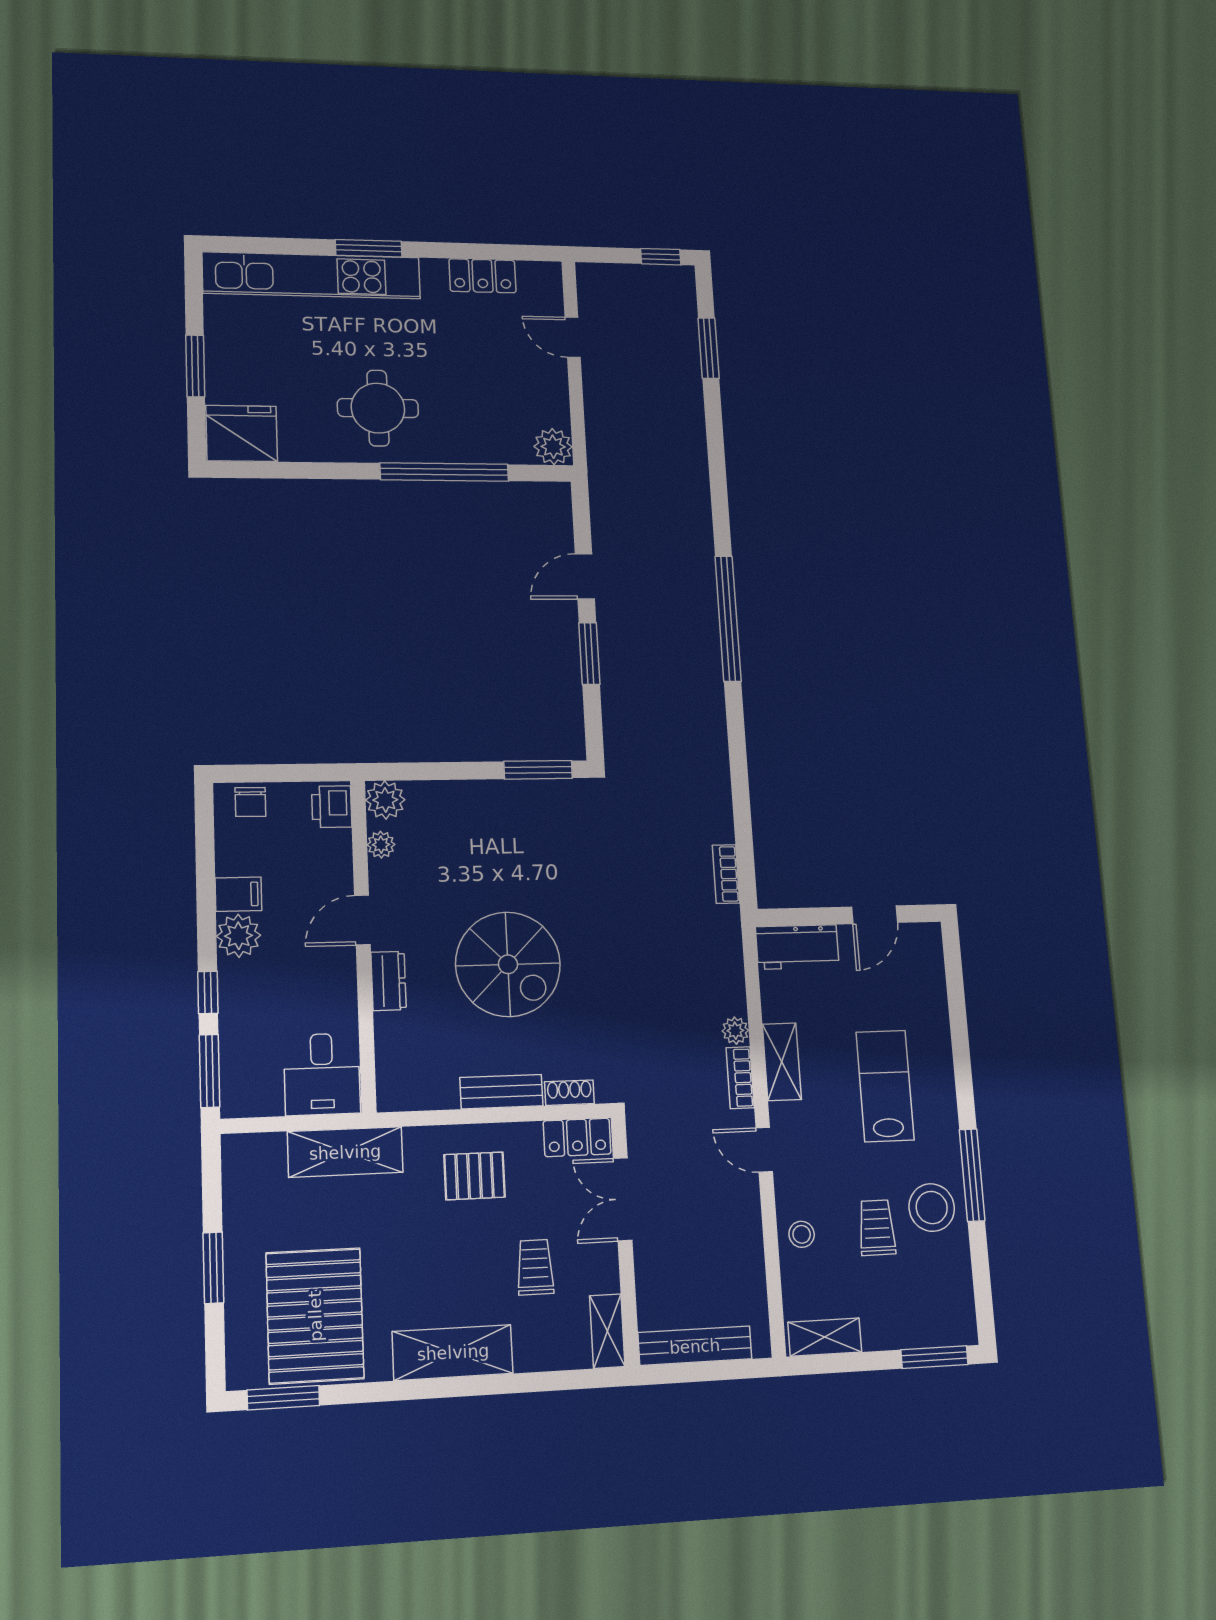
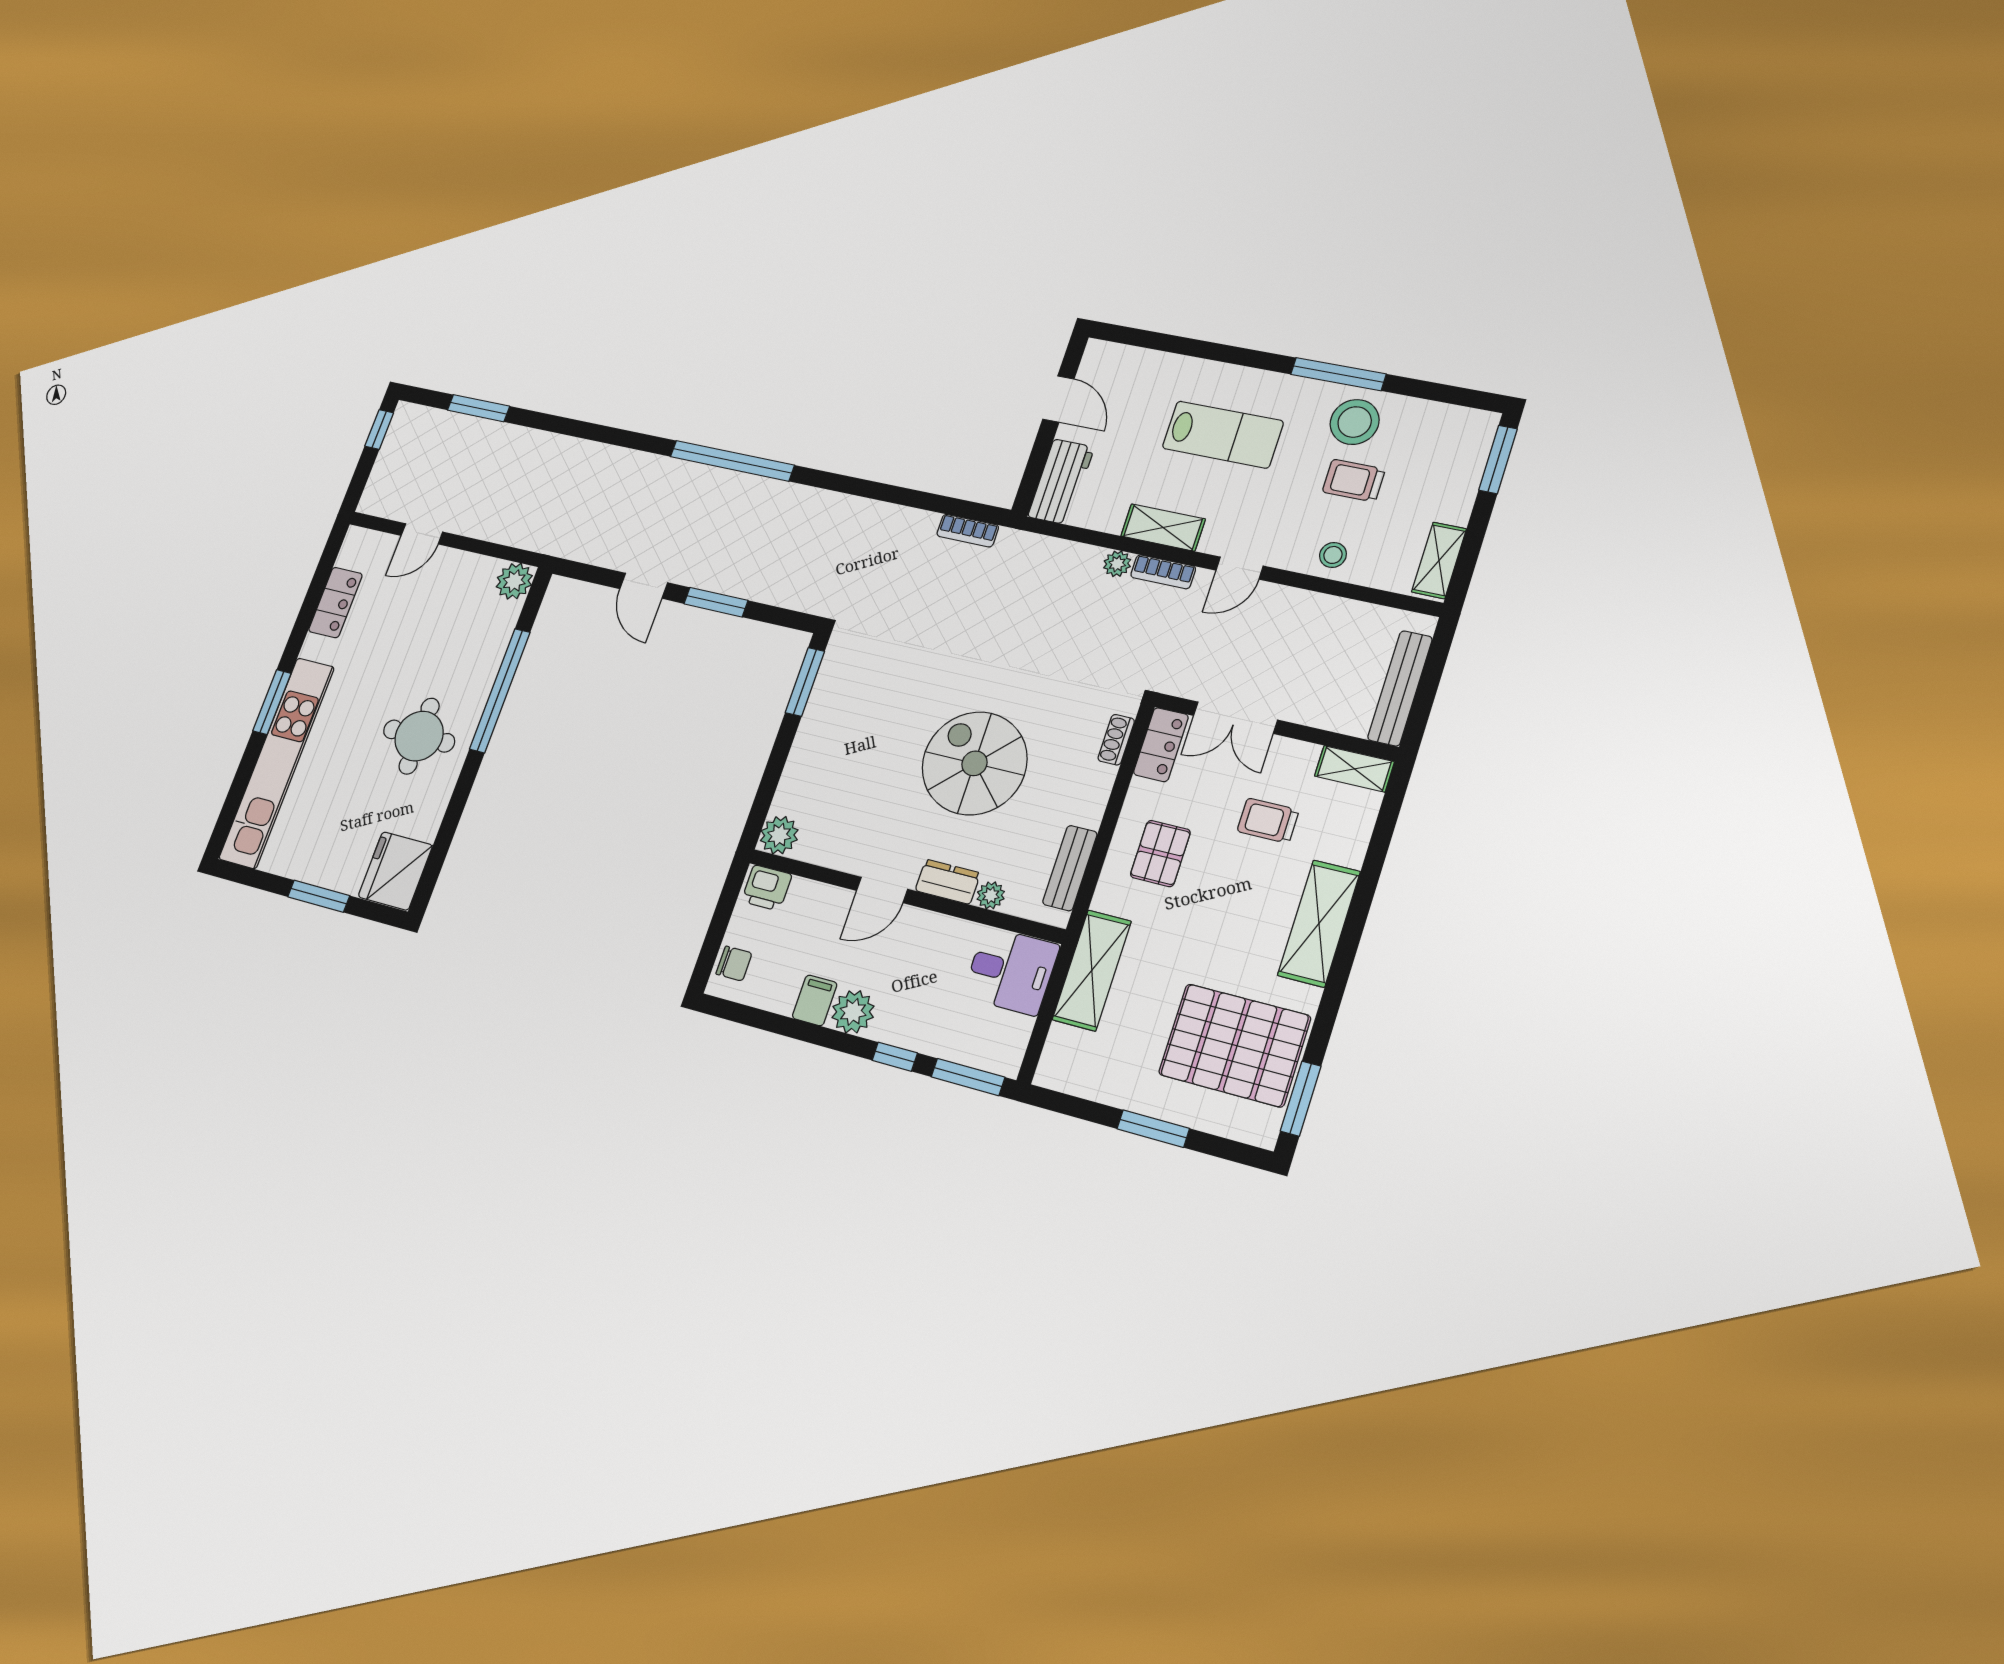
plant: (381, 845) -> (991, 895), moved
door: (362, 920) -> (882, 890), hinge flipped
spiral stairs: (508, 964) -> (975, 763), turned -90
lab bench: (885, 1086) -> (1223, 435), turned 180
bench: (501, 1092) -> (1070, 868), moved

